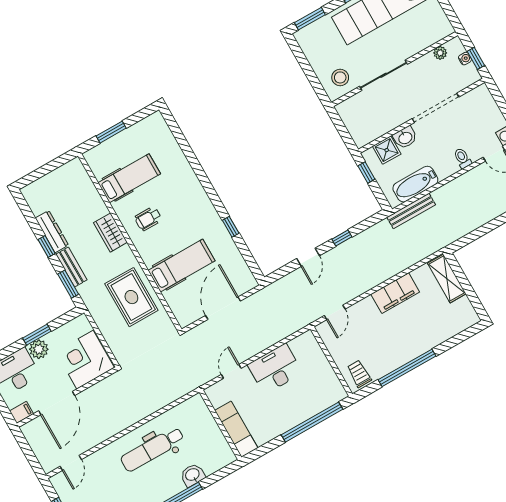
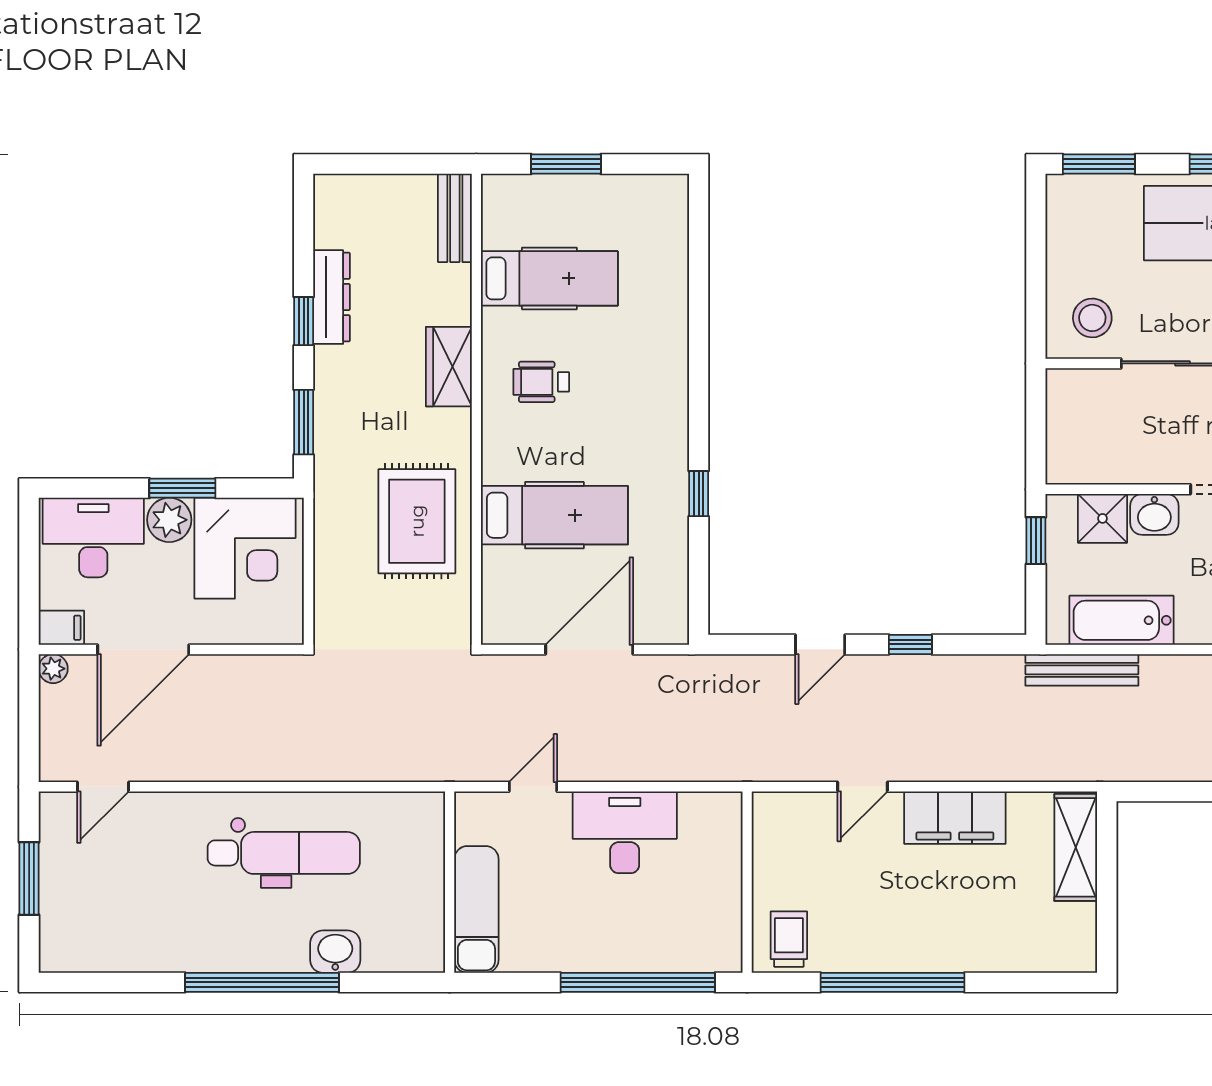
bench: (71, 267) -> (455, 218), moved
door: (335, 312) -> (862, 787), moved
corner desk: (85, 360) -> (245, 548), moved, turned 180
plant: (27, 429) -> (53, 669), added
dental chair: (152, 449) -> (284, 853), turned 180

